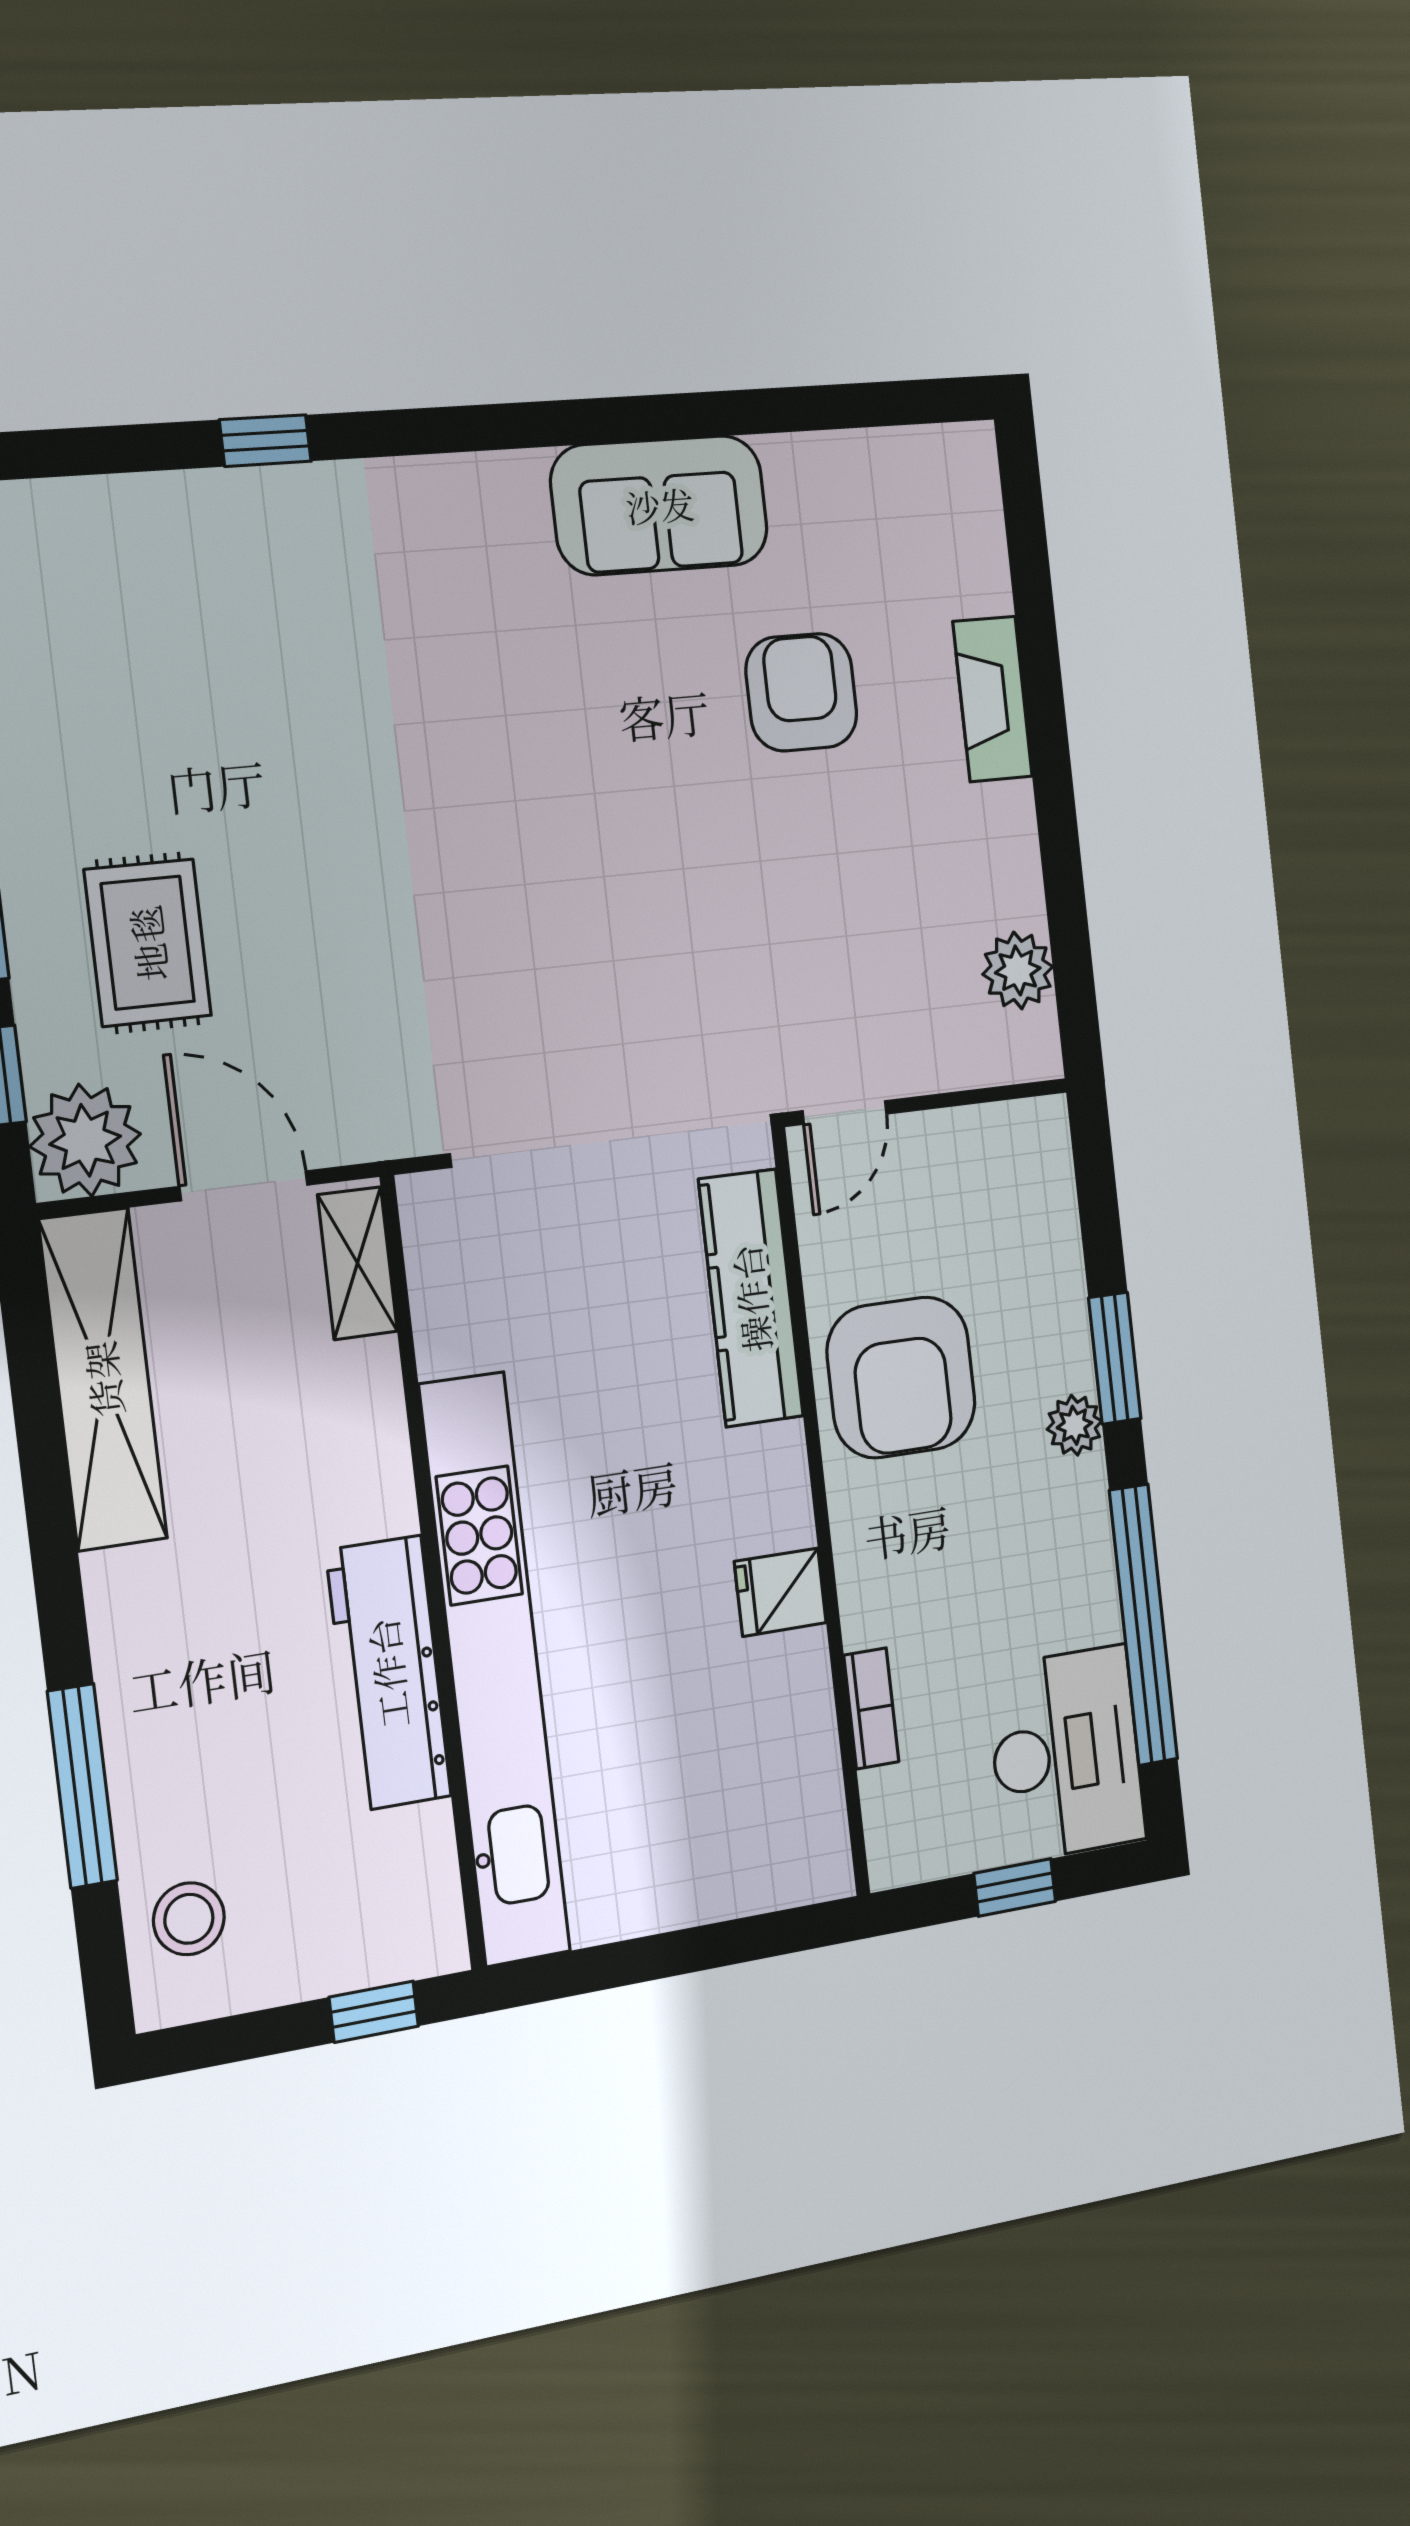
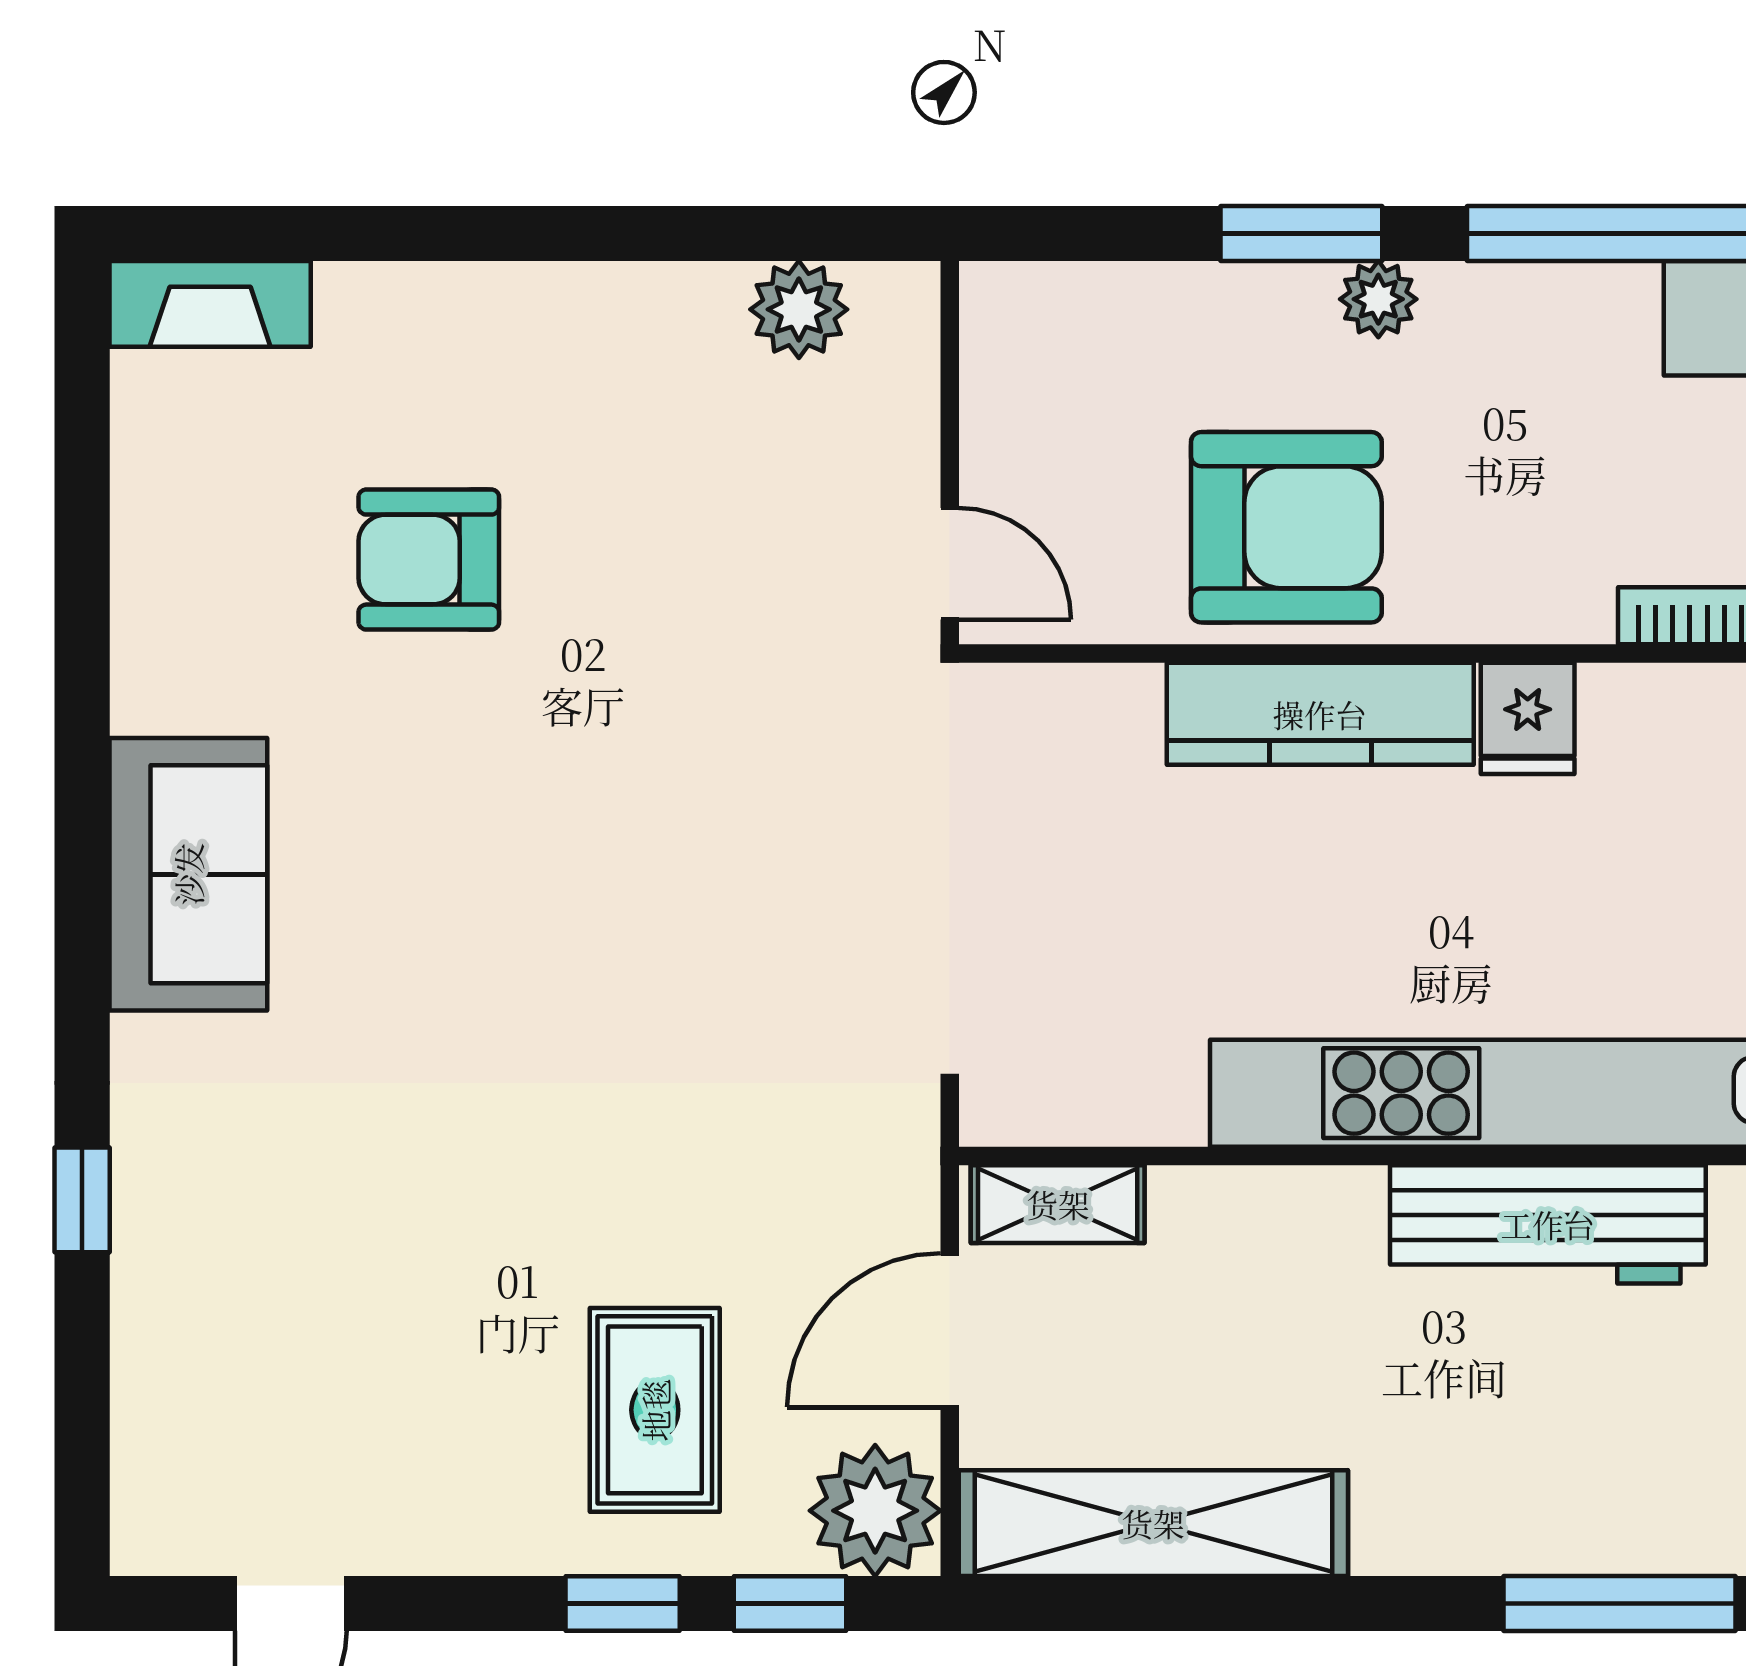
sofa: (660, 505) -> (188, 874), moved
fireplace: (993, 699) -> (210, 304), moved
rug: (148, 943) -> (655, 1410), turned 90
kitchen counter: (751, 1298) -> (1320, 714), moved

